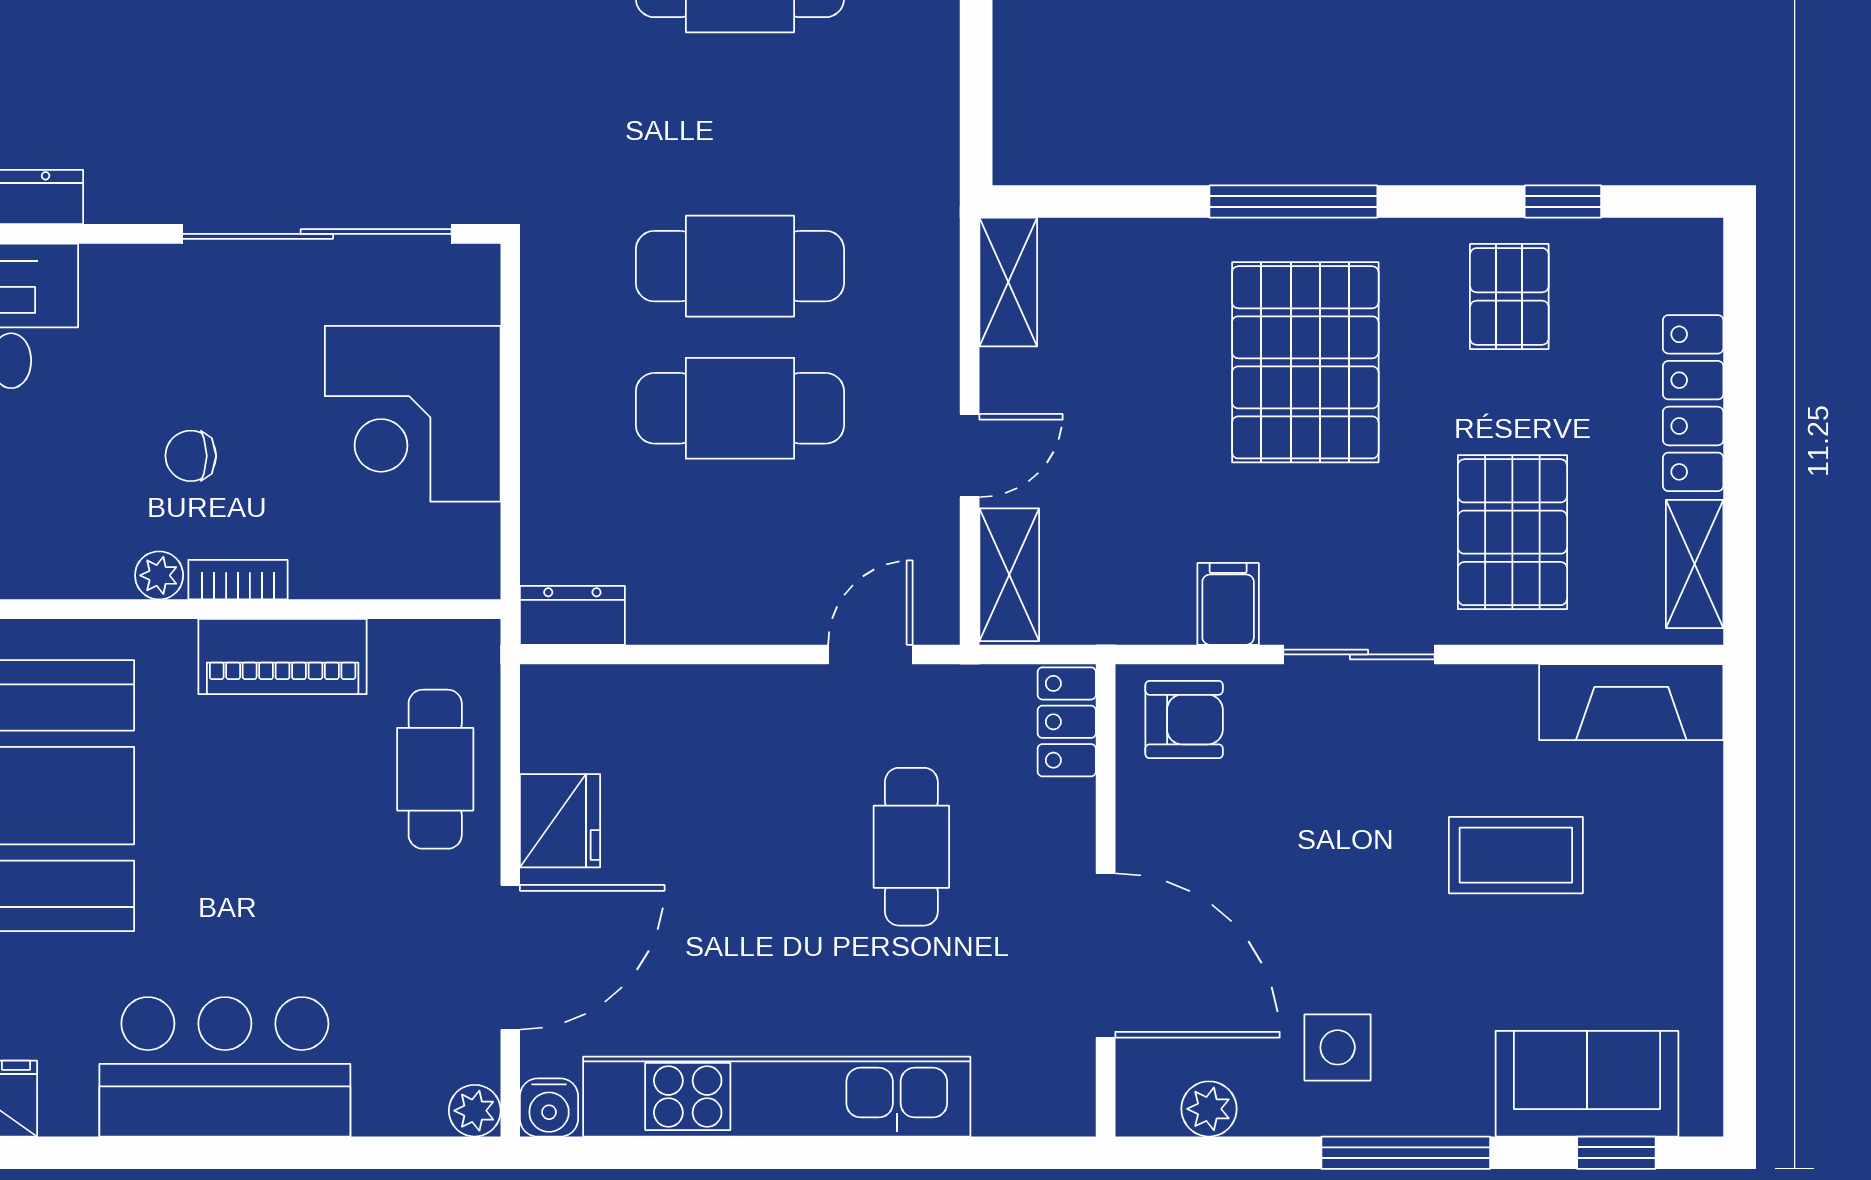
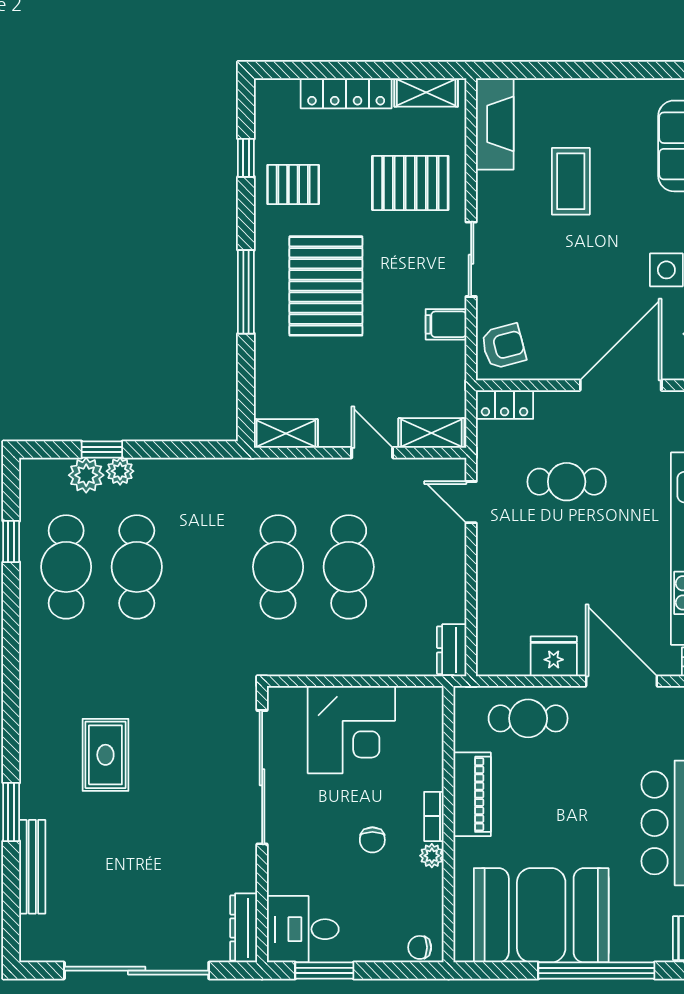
pallet: (1305, 362) -> (326, 286), turned 90
armchair: (1184, 720) -> (503, 346), turned 75

